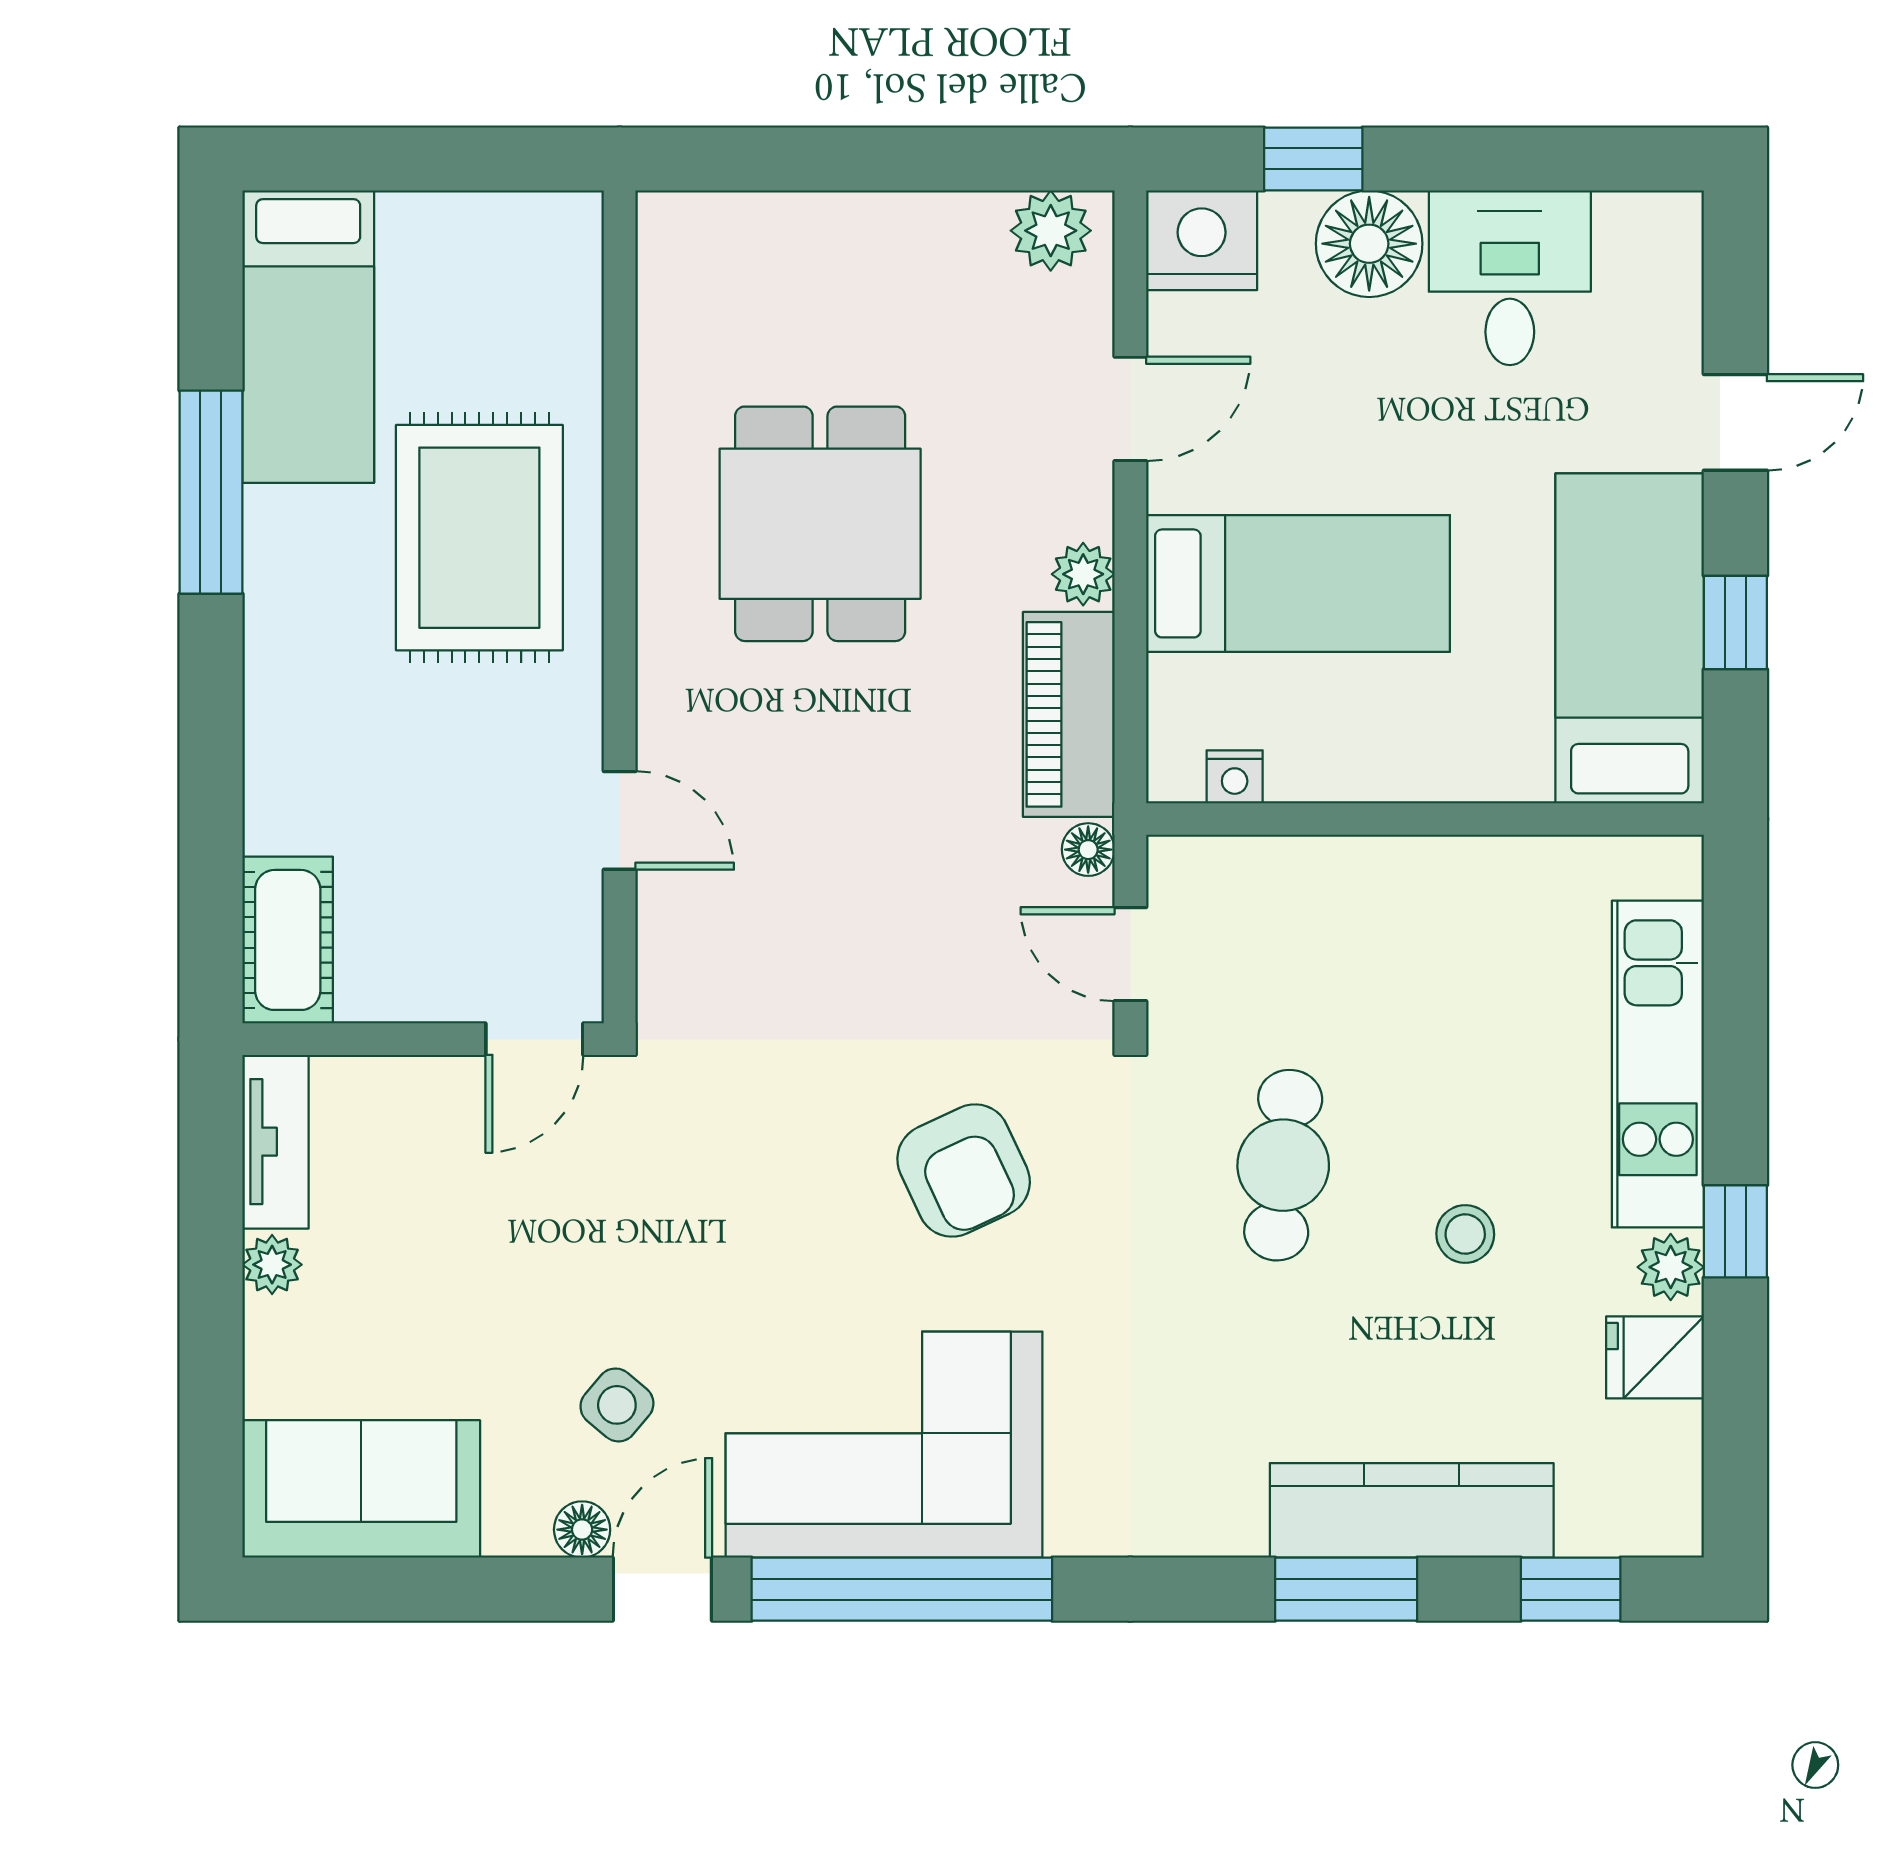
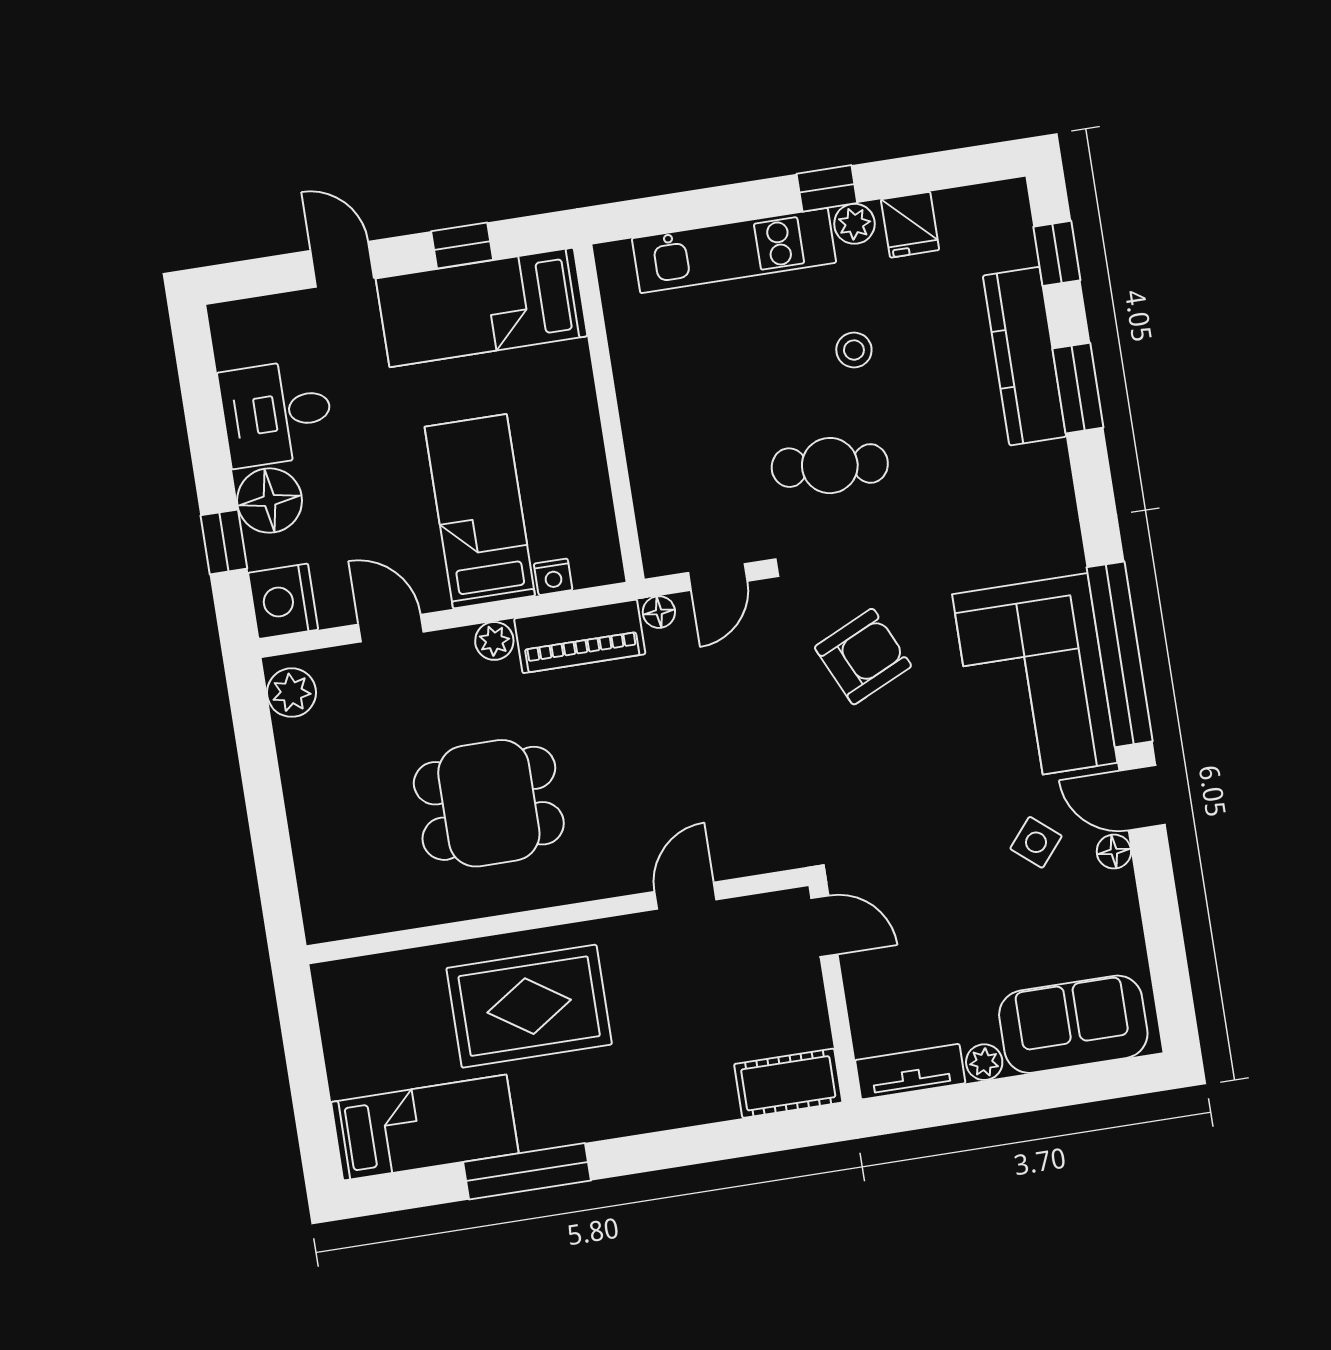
nightstand: (1235, 777) -> (553, 577), moved, turned 90
sofa: (361, 1489) -> (1073, 1024), moved, turned 90

